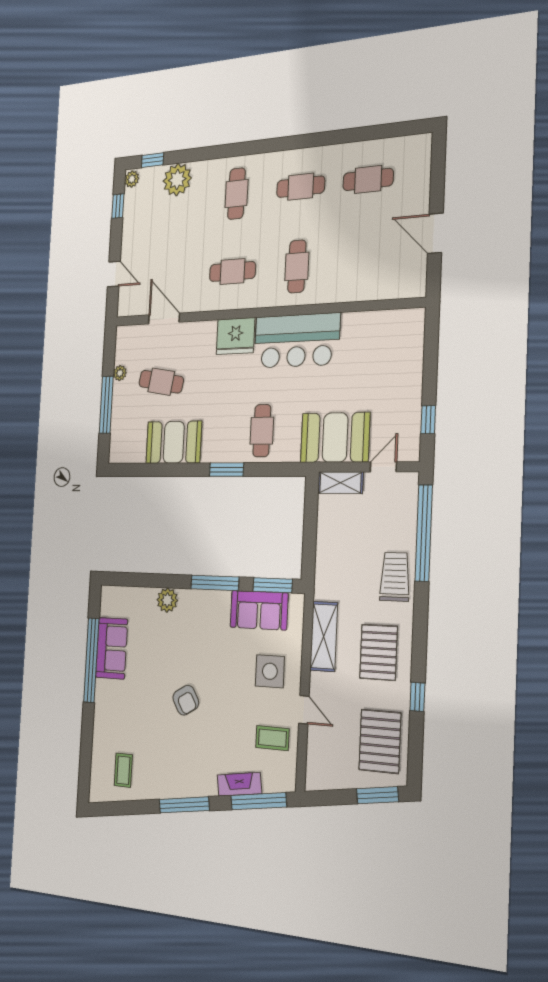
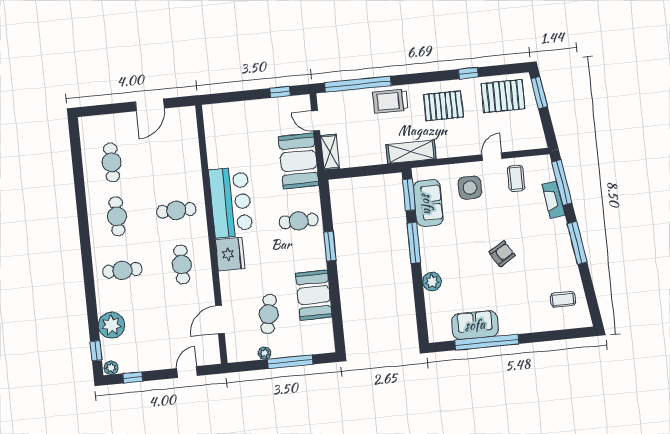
shelving: (324, 636) -> (411, 152), moved

